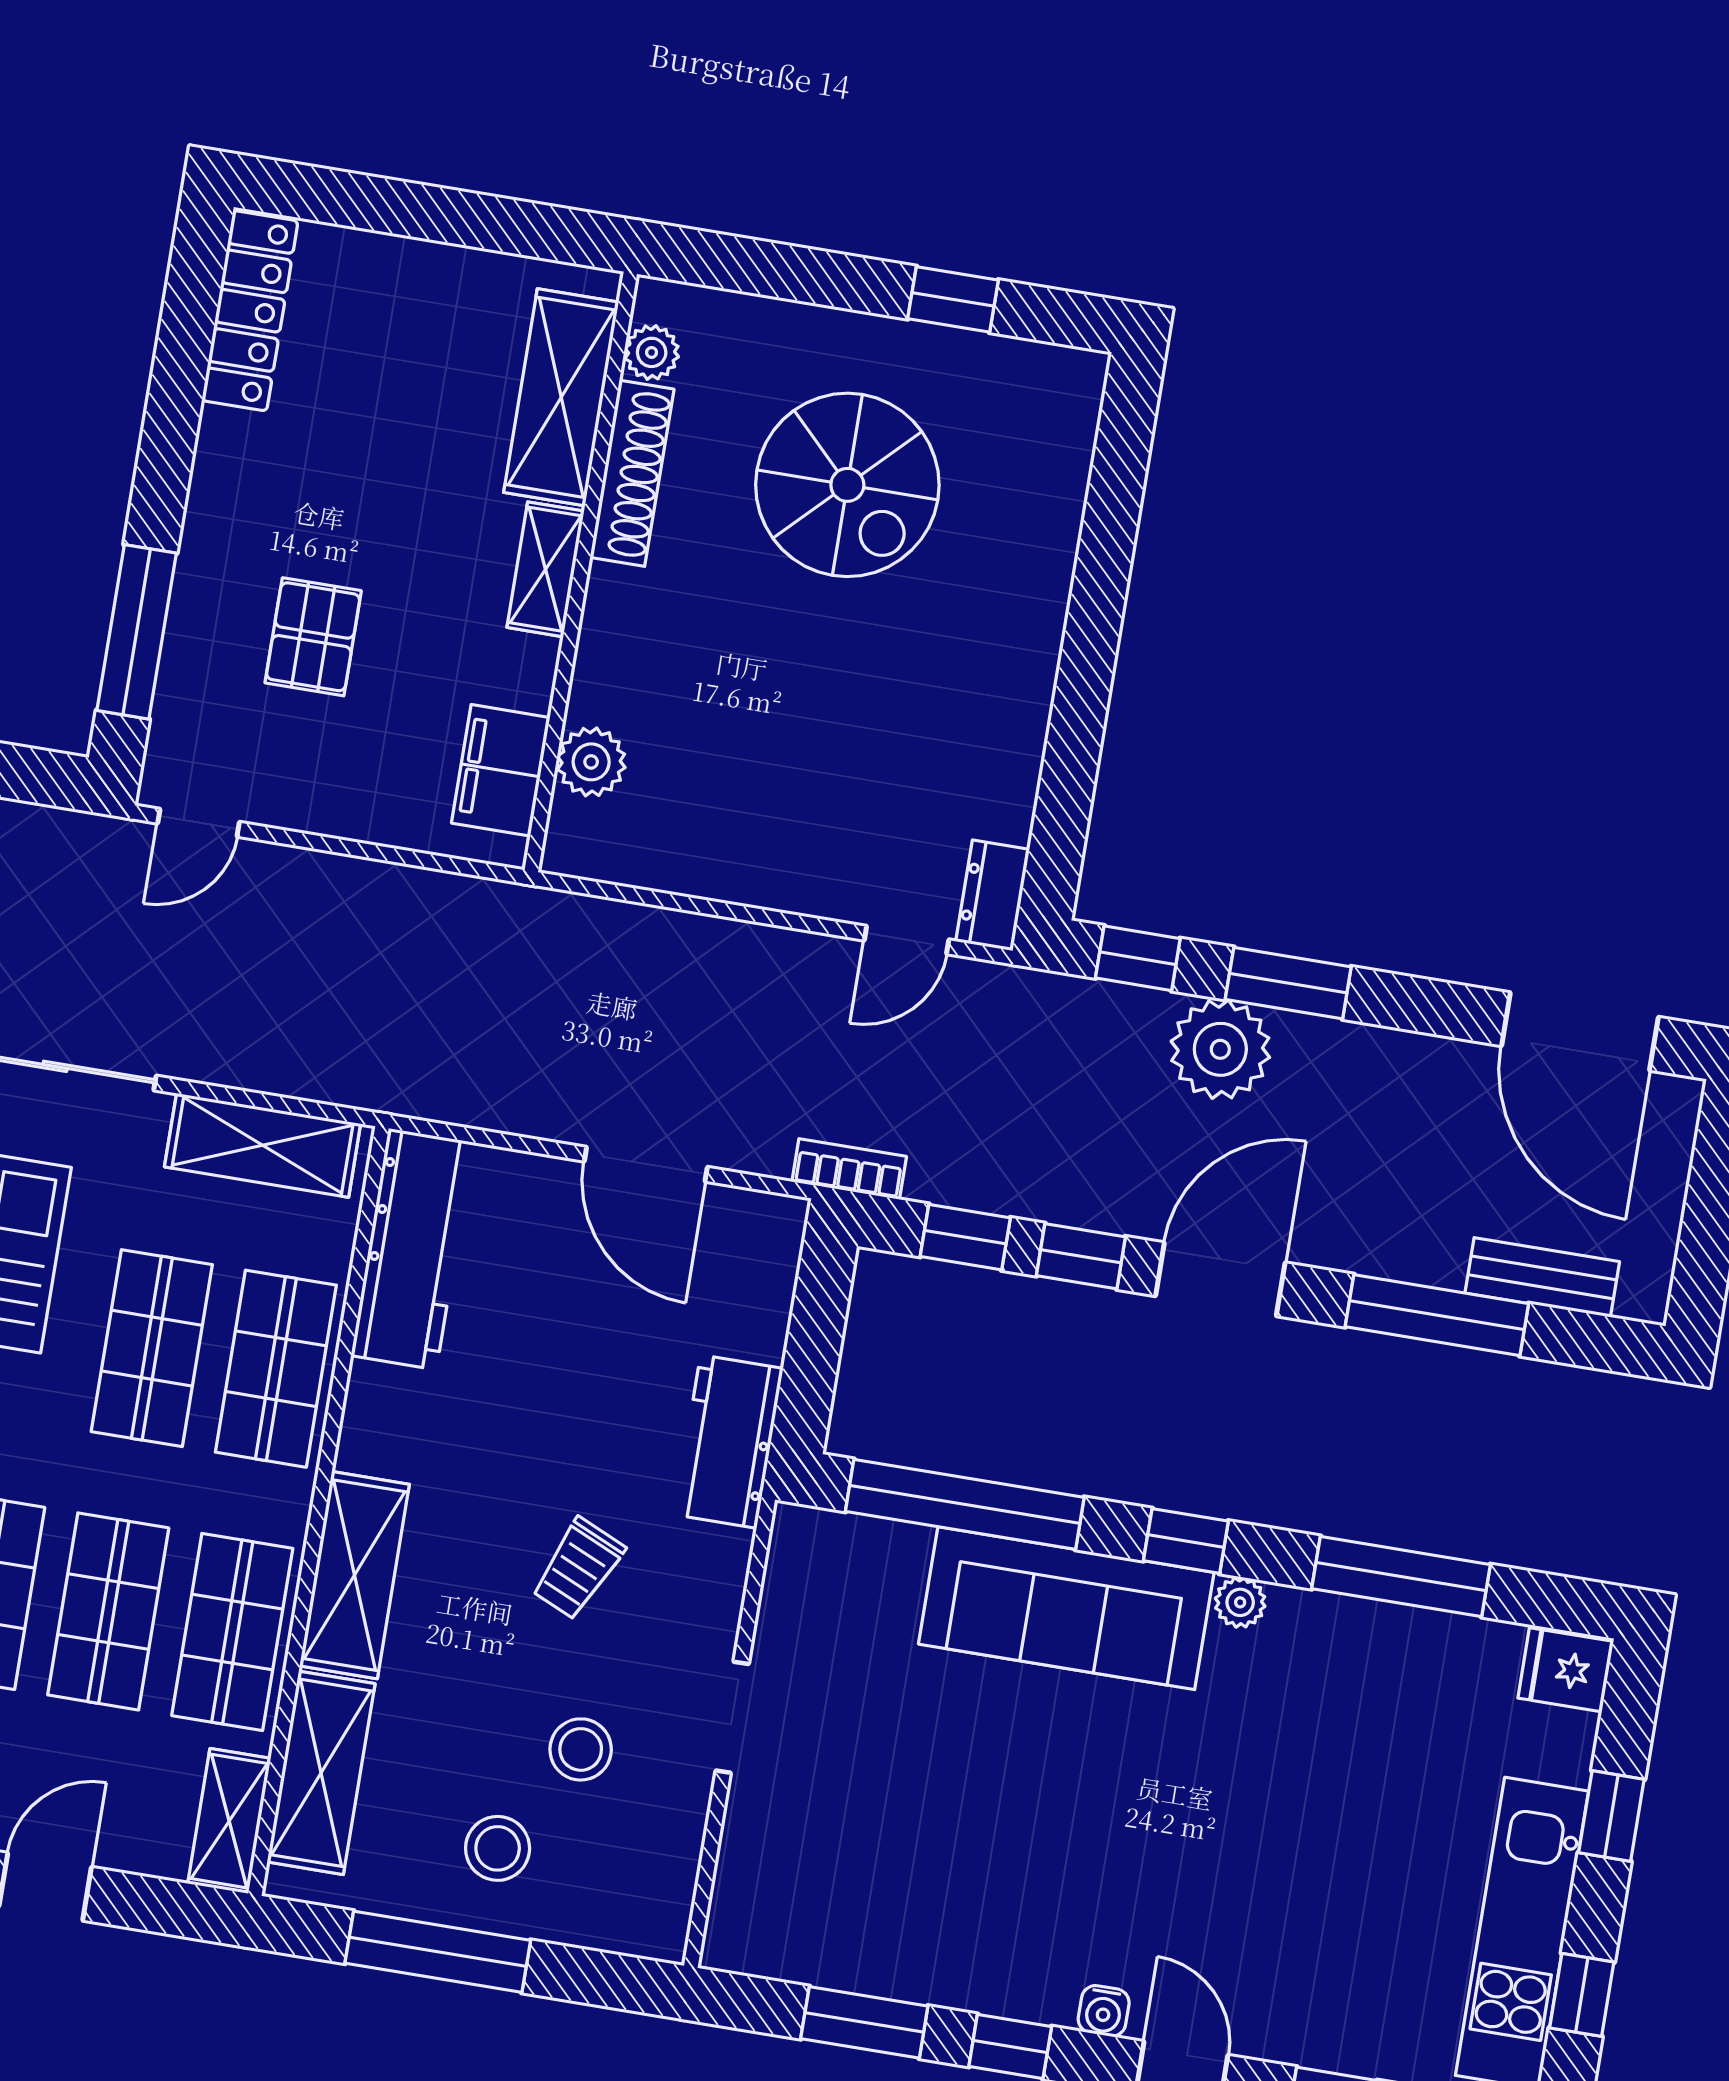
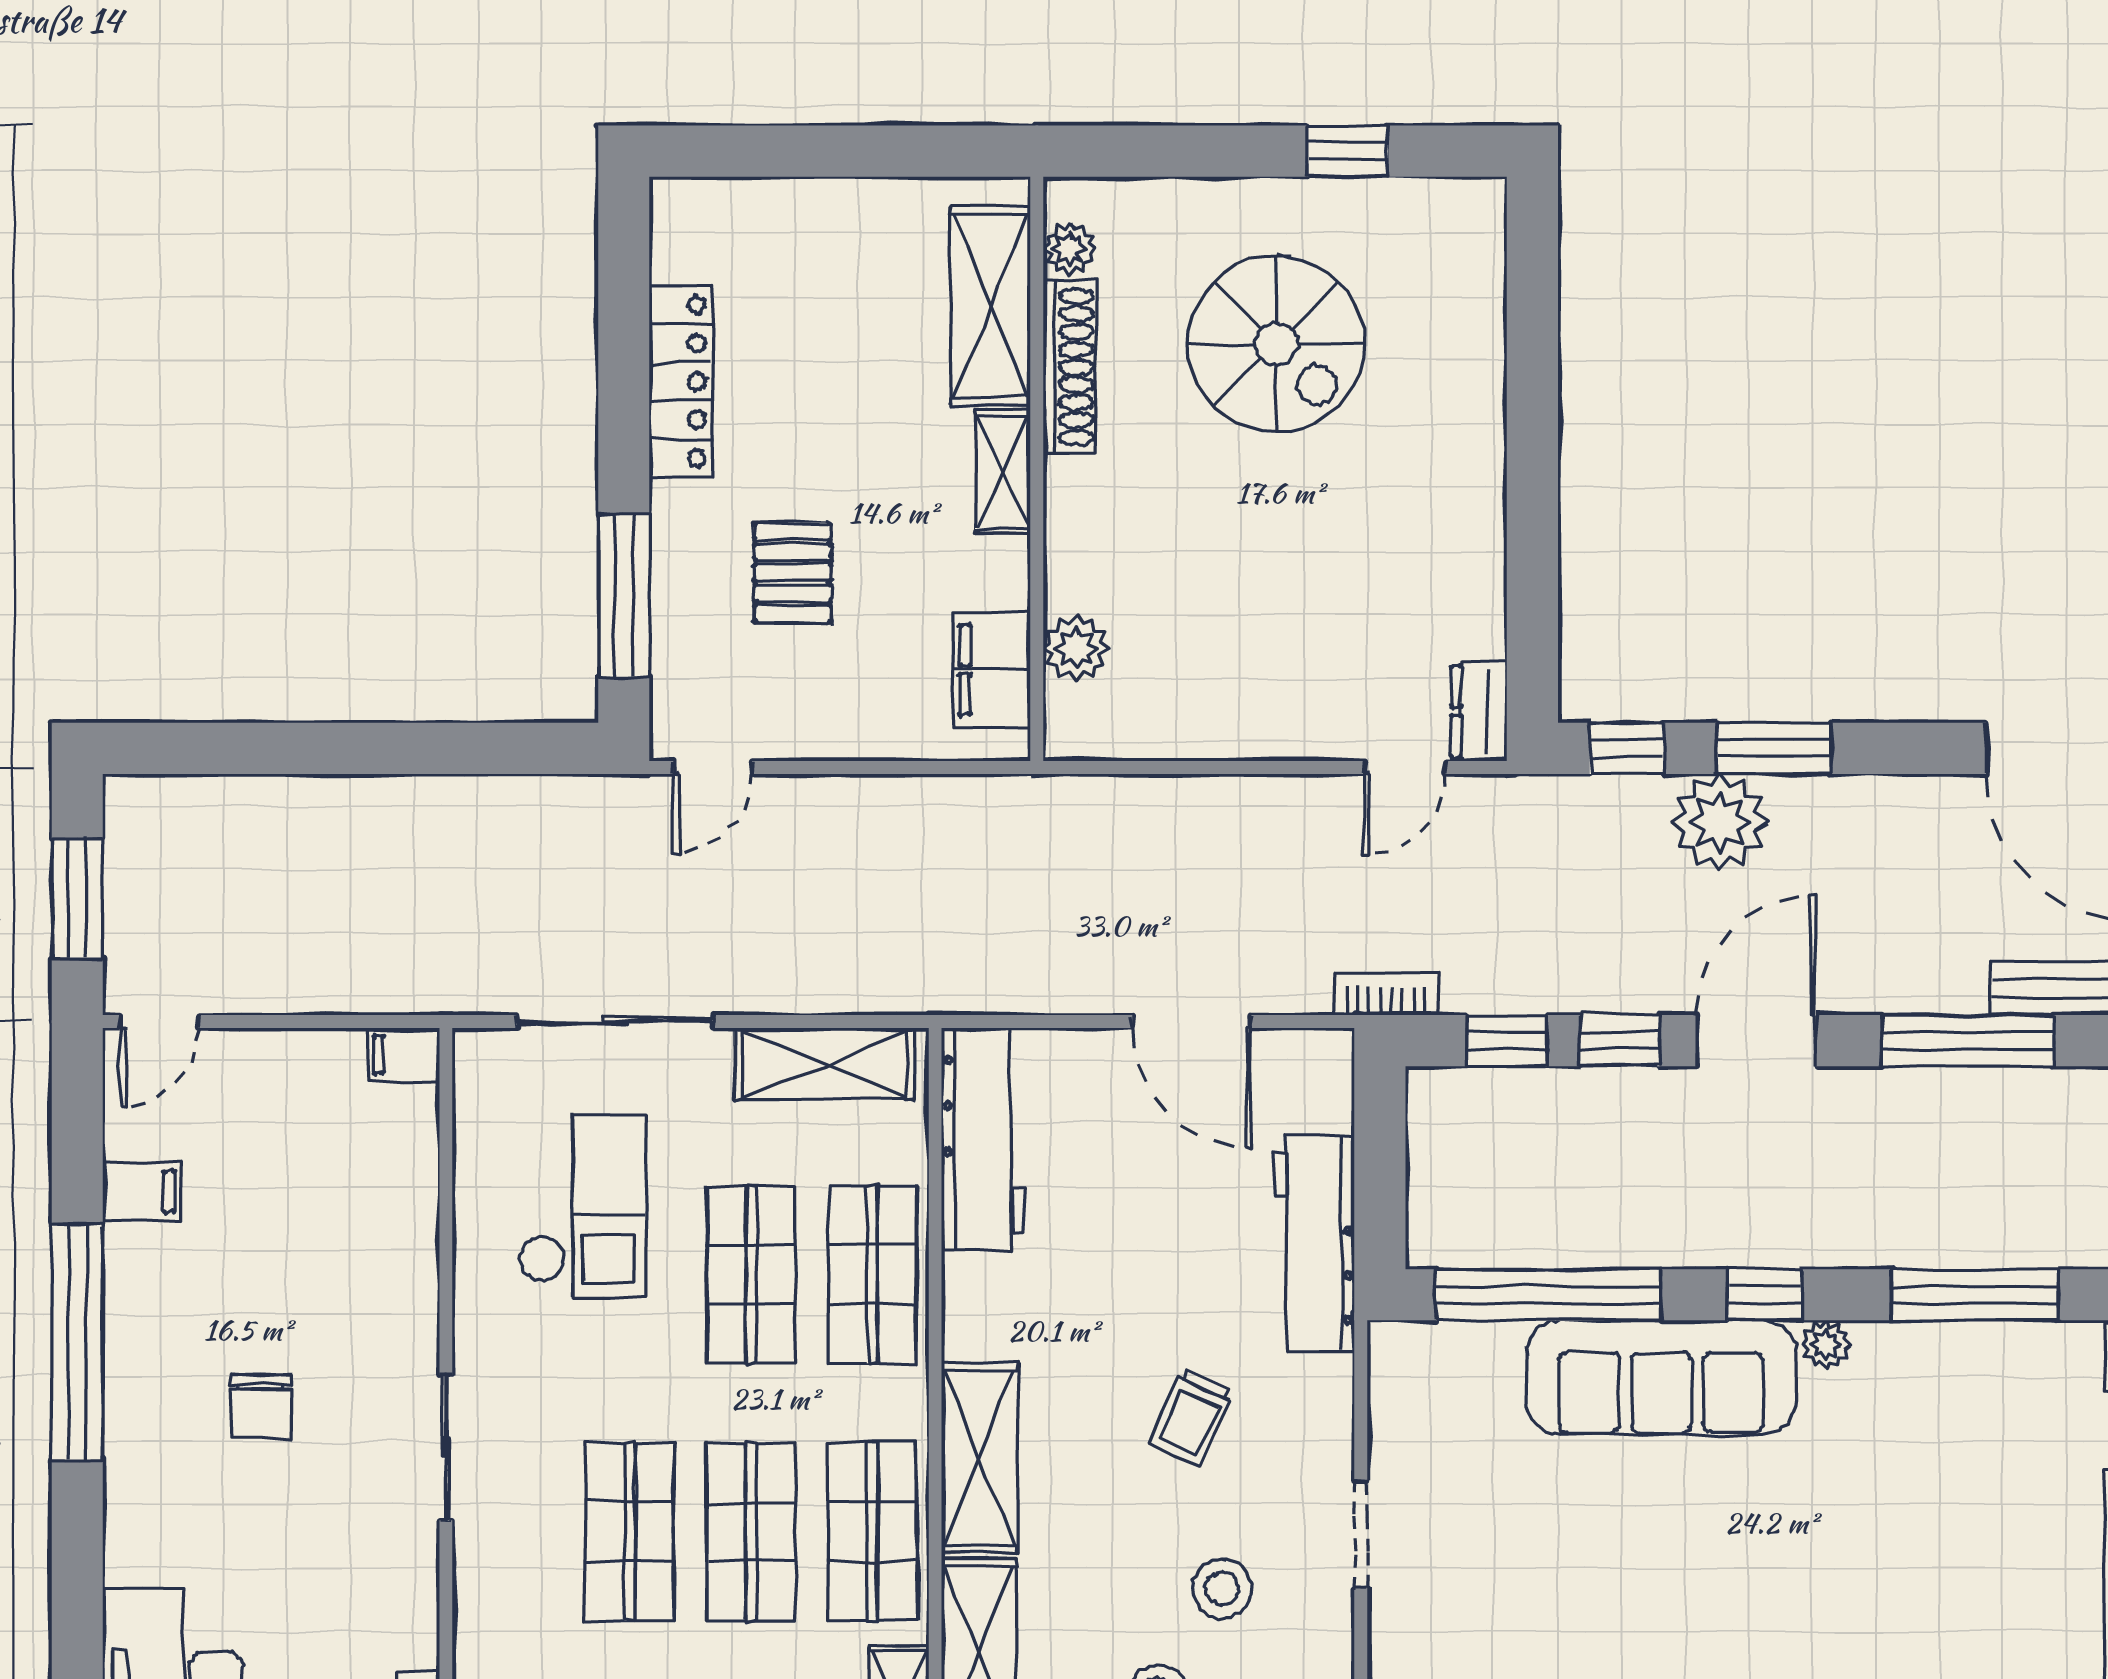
locker: (250, 311) -> (681, 381), moved
workbench: (729, 1442) -> (1314, 1243), width x1.38

